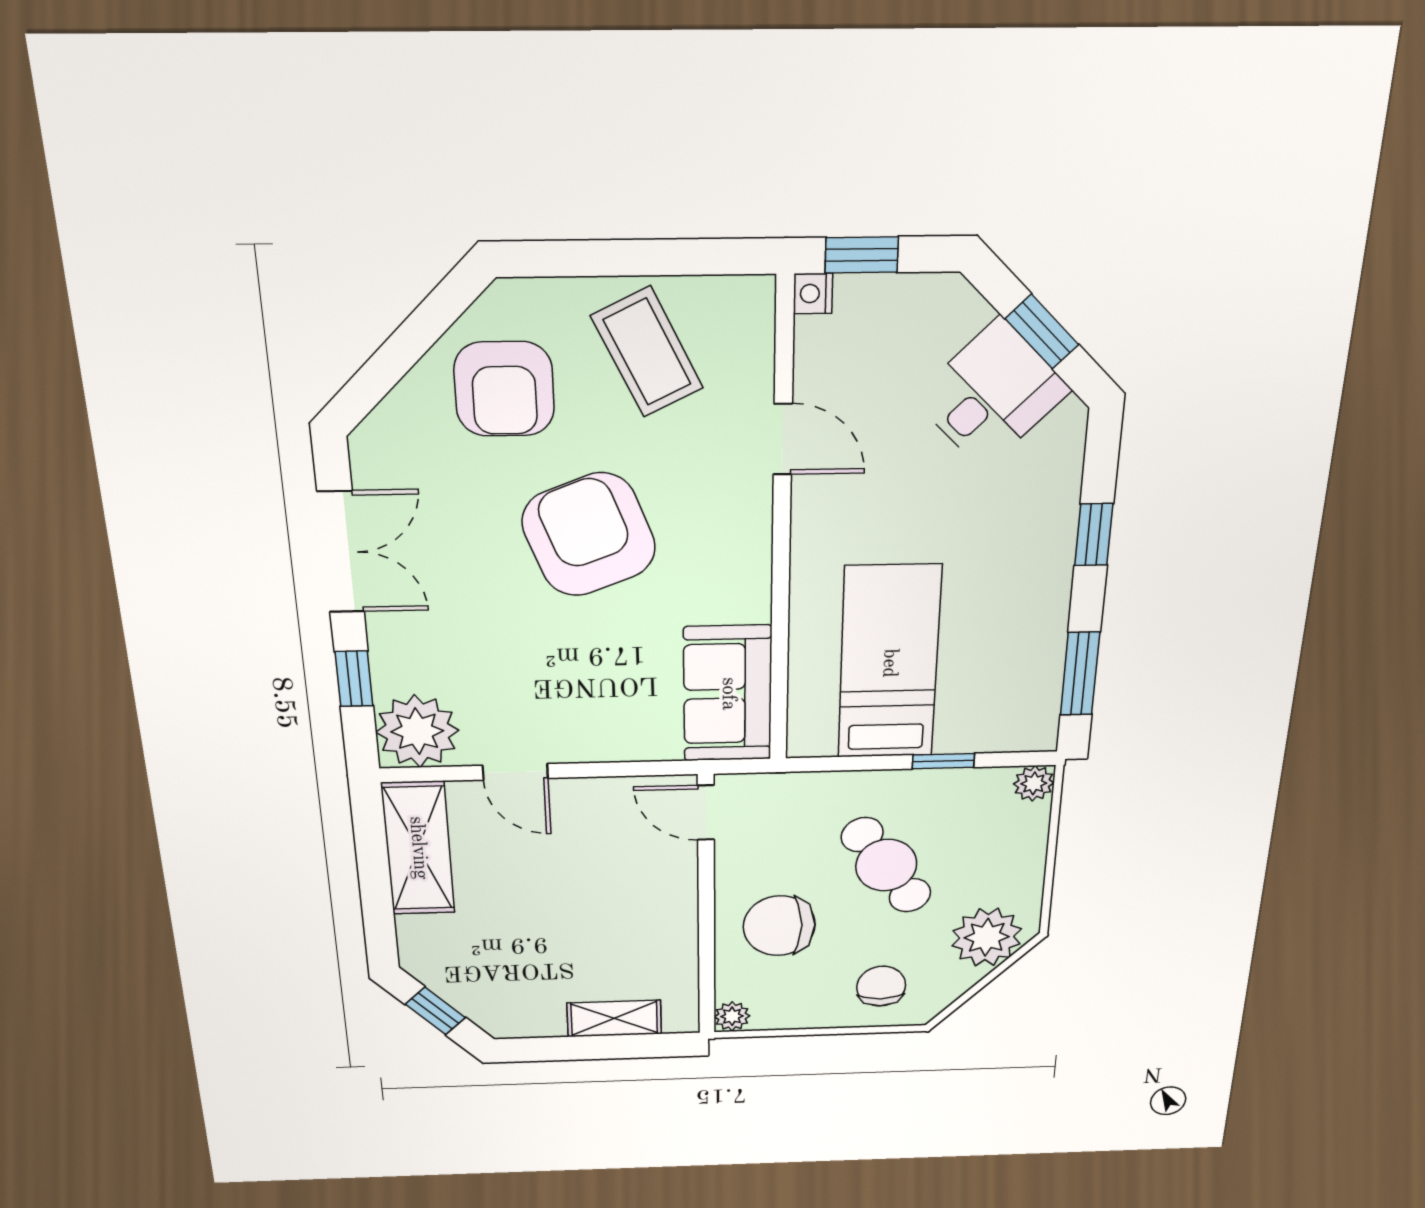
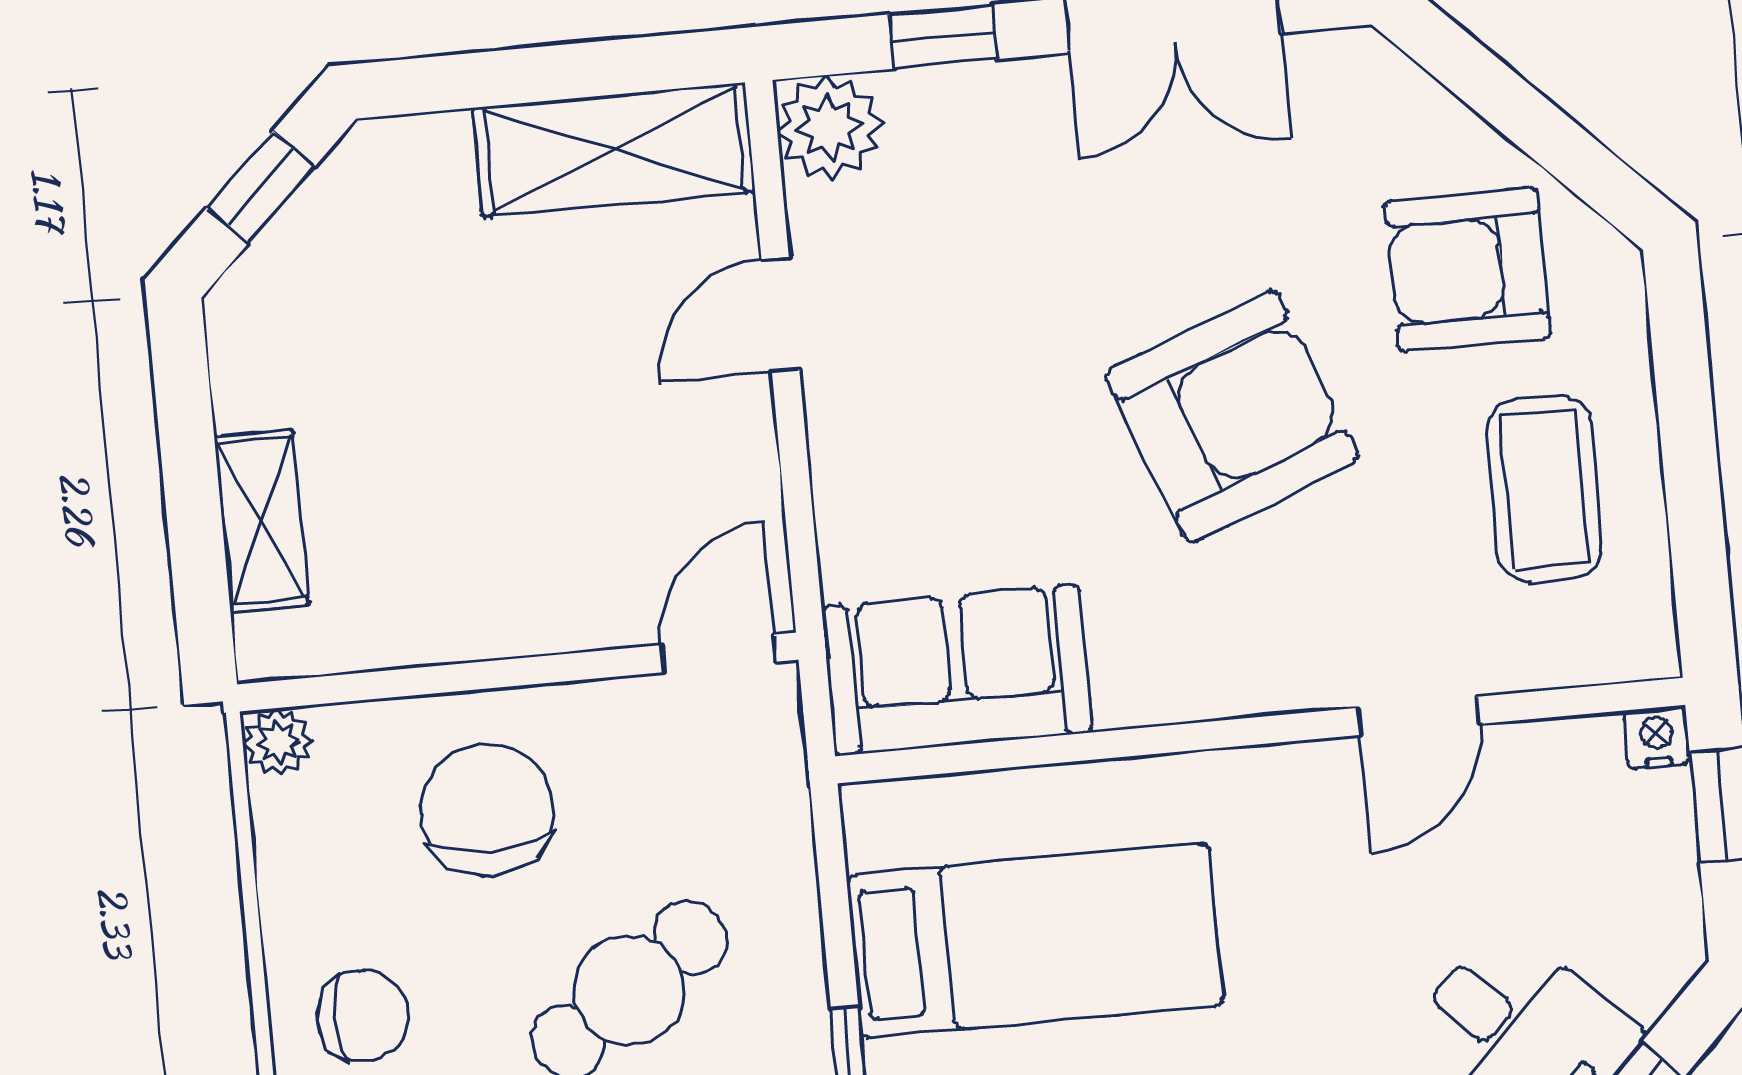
coffee table: (647, 352) -> (1545, 489), turned -64
plant: (417, 731) -> (829, 127), width x0.73, depth x0.73

